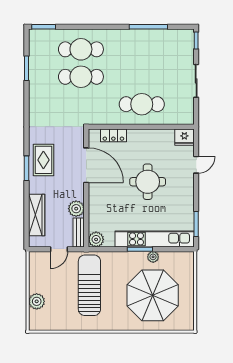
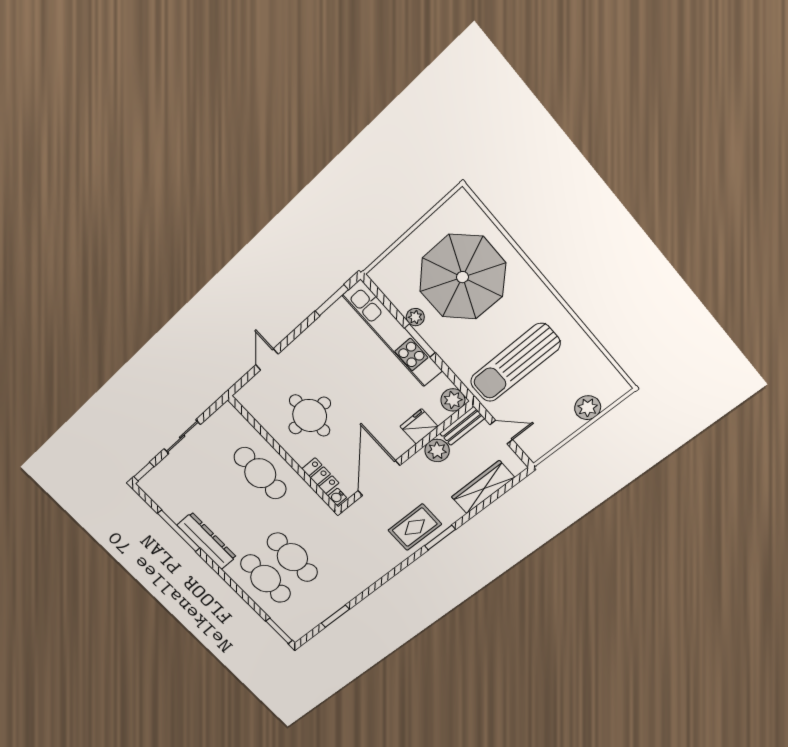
dresser: (130, 37) -> (207, 541), added
water cooler: (95, 134) -> (337, 497), added
fridge: (184, 137) -> (419, 426), moved, turned -90
door: (196, 165) -> (267, 359), hinge flipped
round table: (148, 182) -> (310, 416), moved

